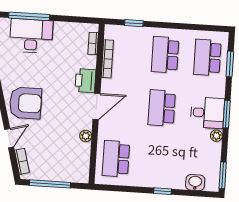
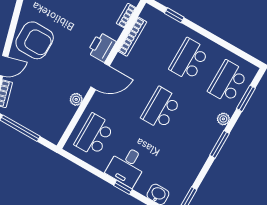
desk: (207, 113) -> (127, 166), moved, turned 90
plant: (216, 136) -> (223, 119), moved

